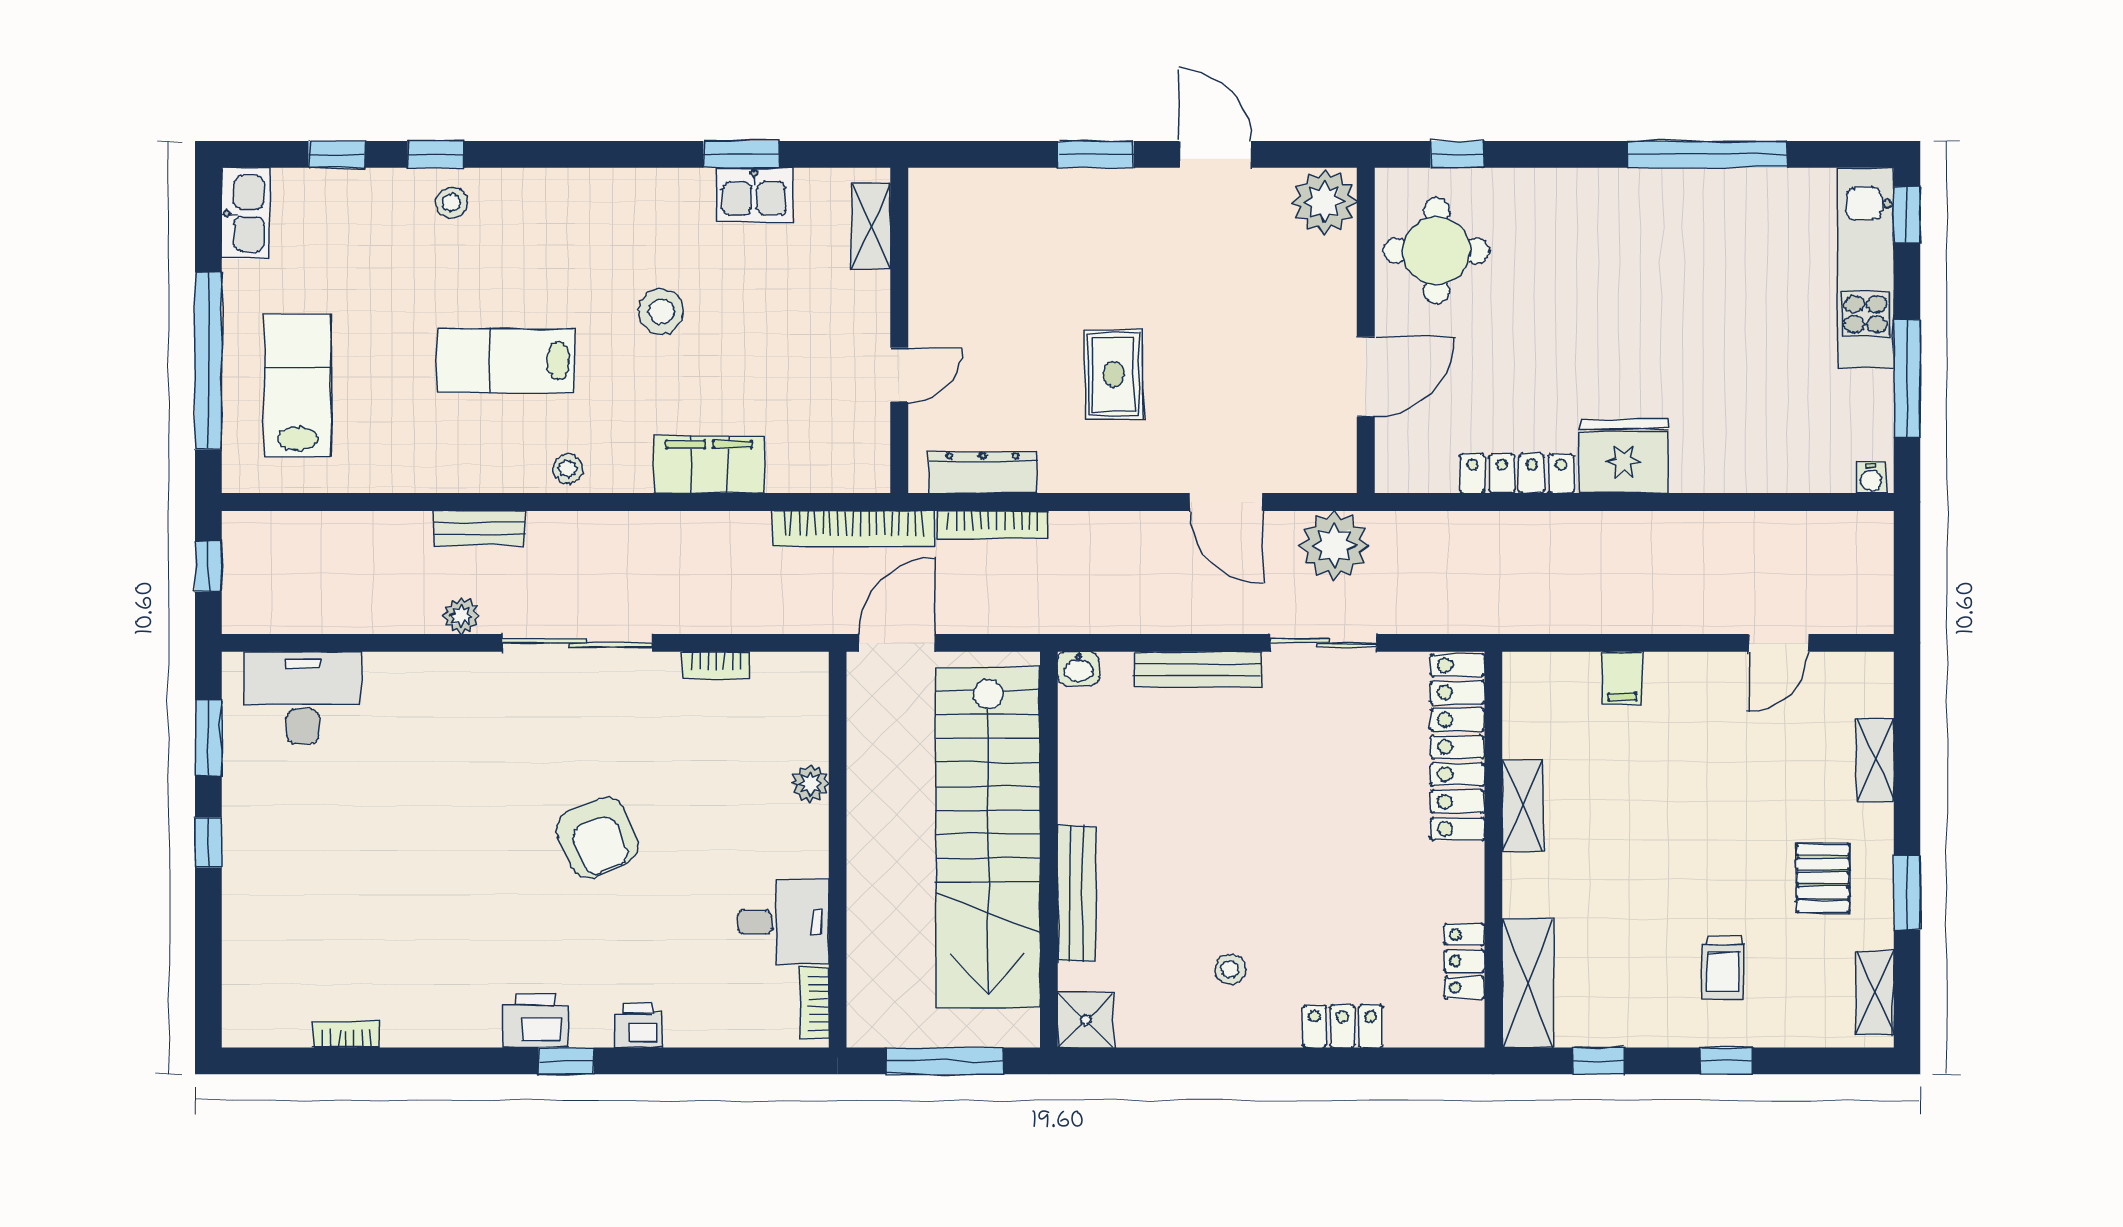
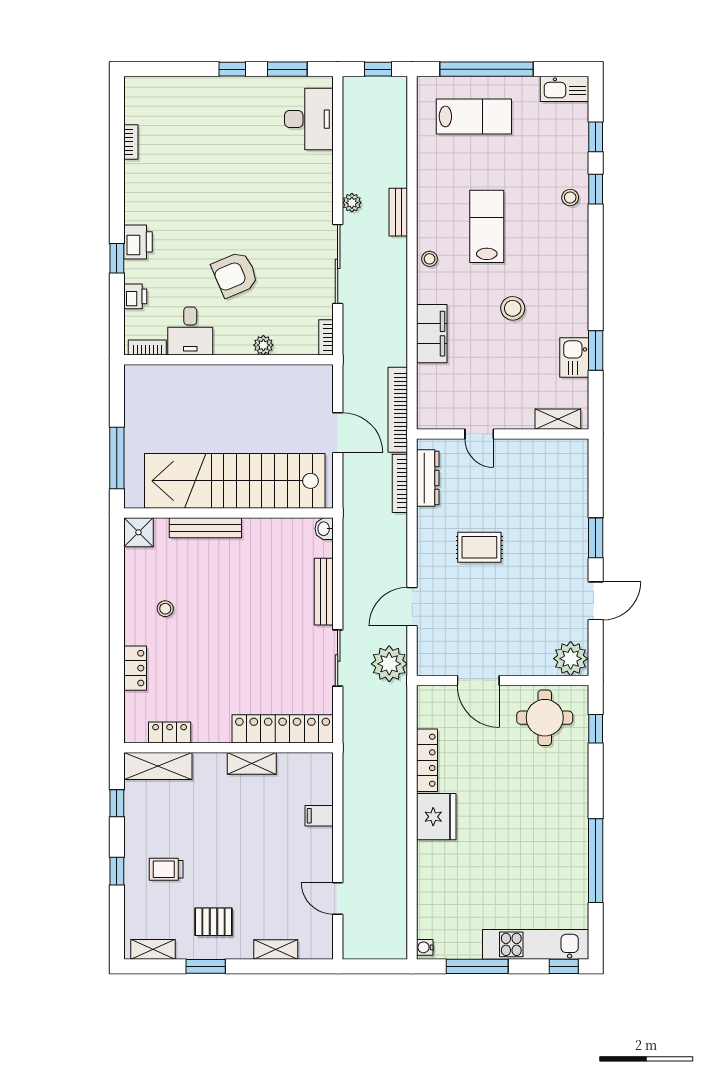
plant: (810, 783) -> (263, 345), moved
wall: (838, 850) -> (228, 360), moved
desk: (783, 922) -> (190, 331), moved
bookcase: (815, 1004) -> (147, 347), moved

